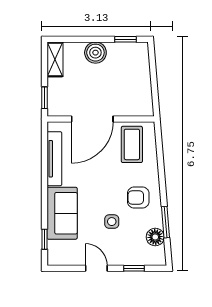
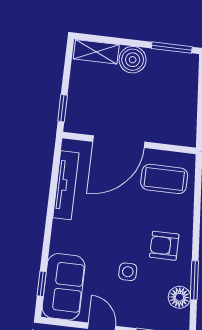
window: (125, 39) -> (172, 48), width x1.50
shelving: (55, 59) -> (96, 52), moved, turned 90
coffee table: (132, 144) -> (164, 179), turned 90
sofa: (62, 213) -> (64, 287), moved

